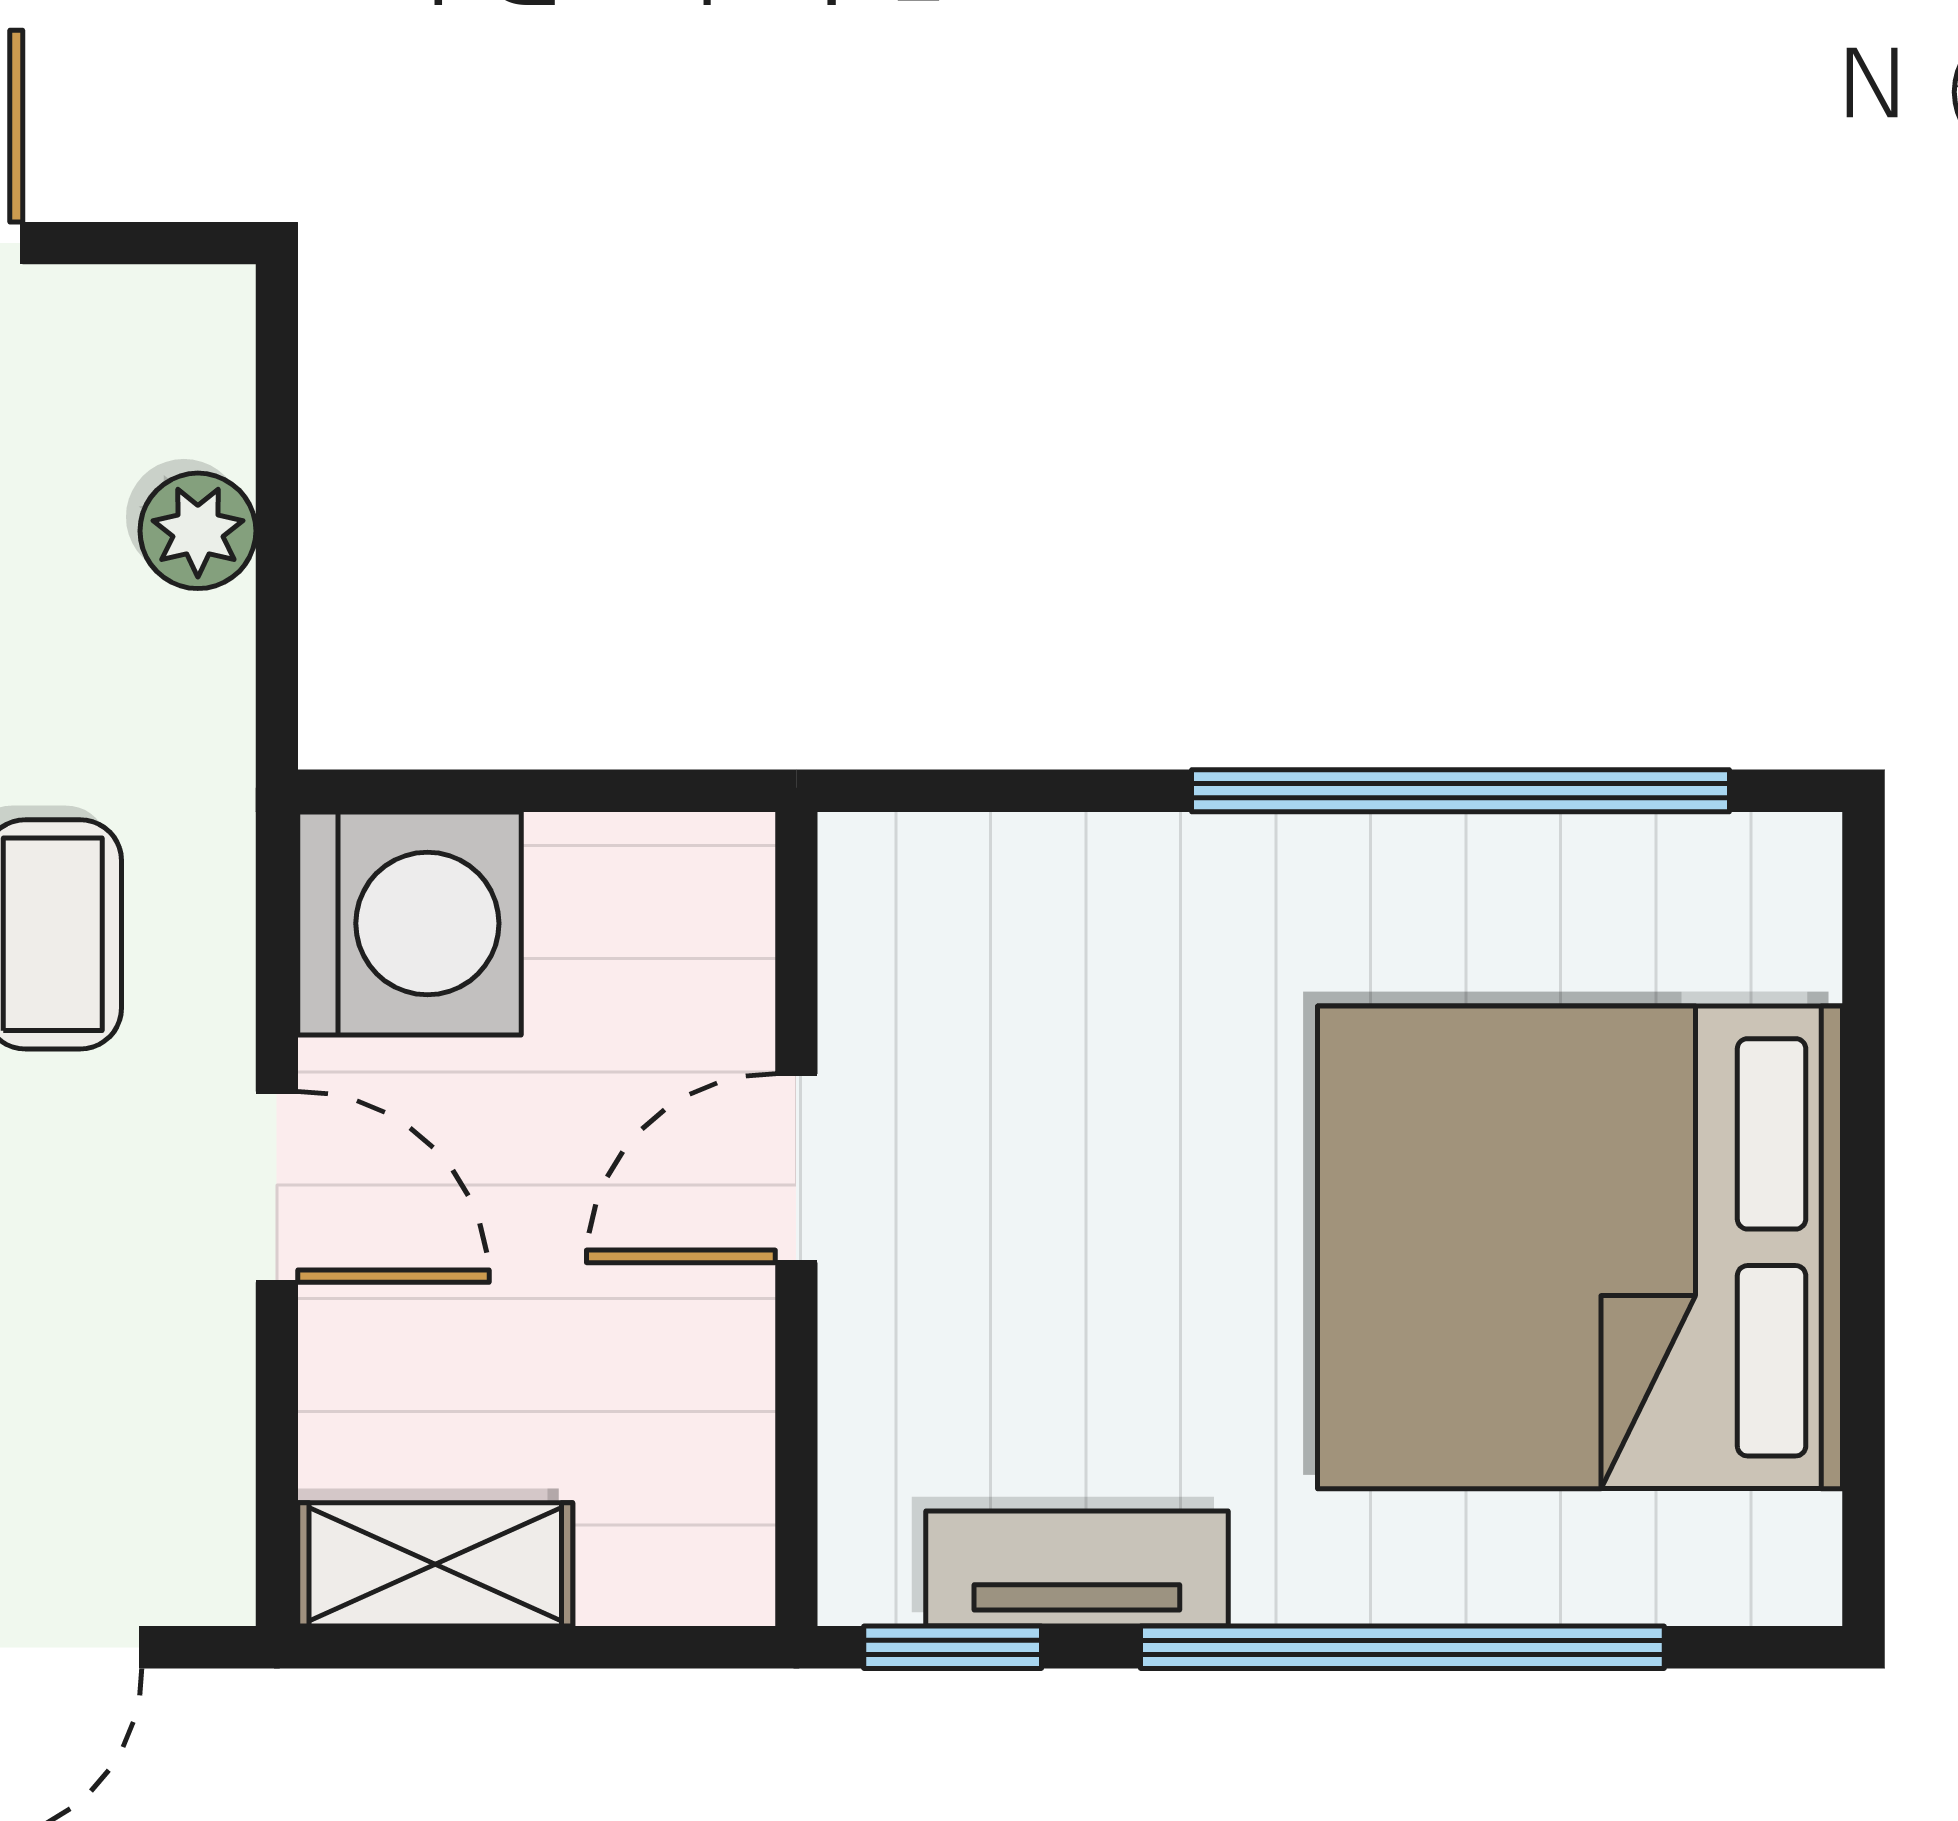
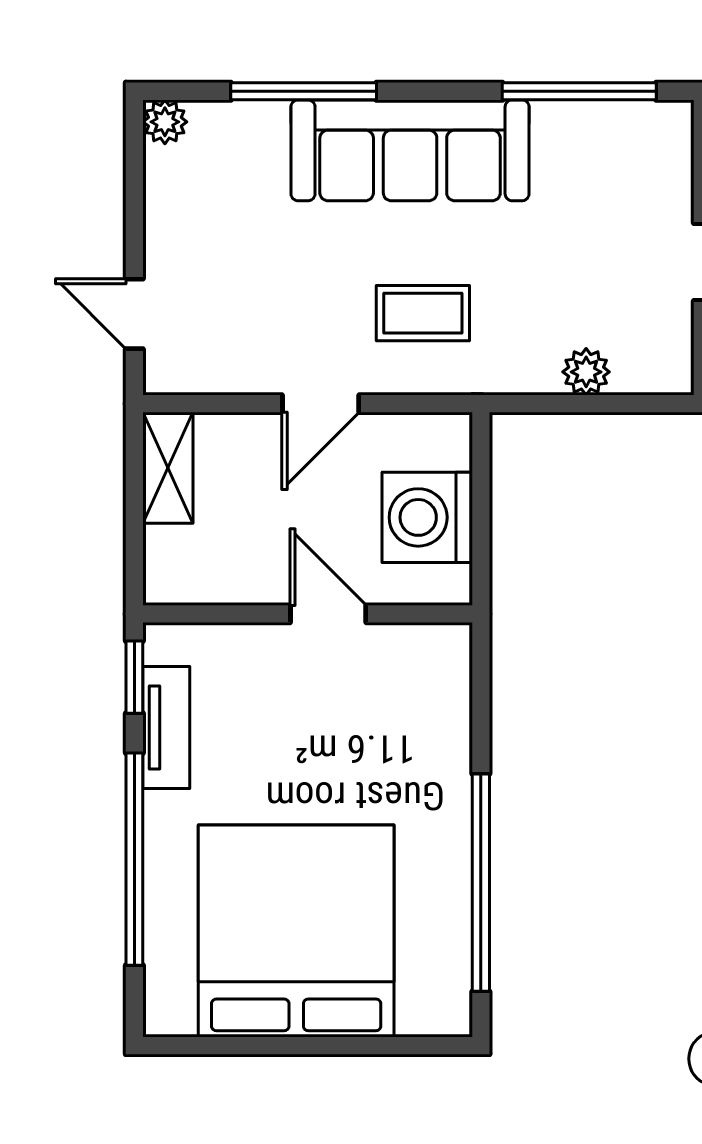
washing machine: (410, 923) -> (427, 517), moved, turned 90

